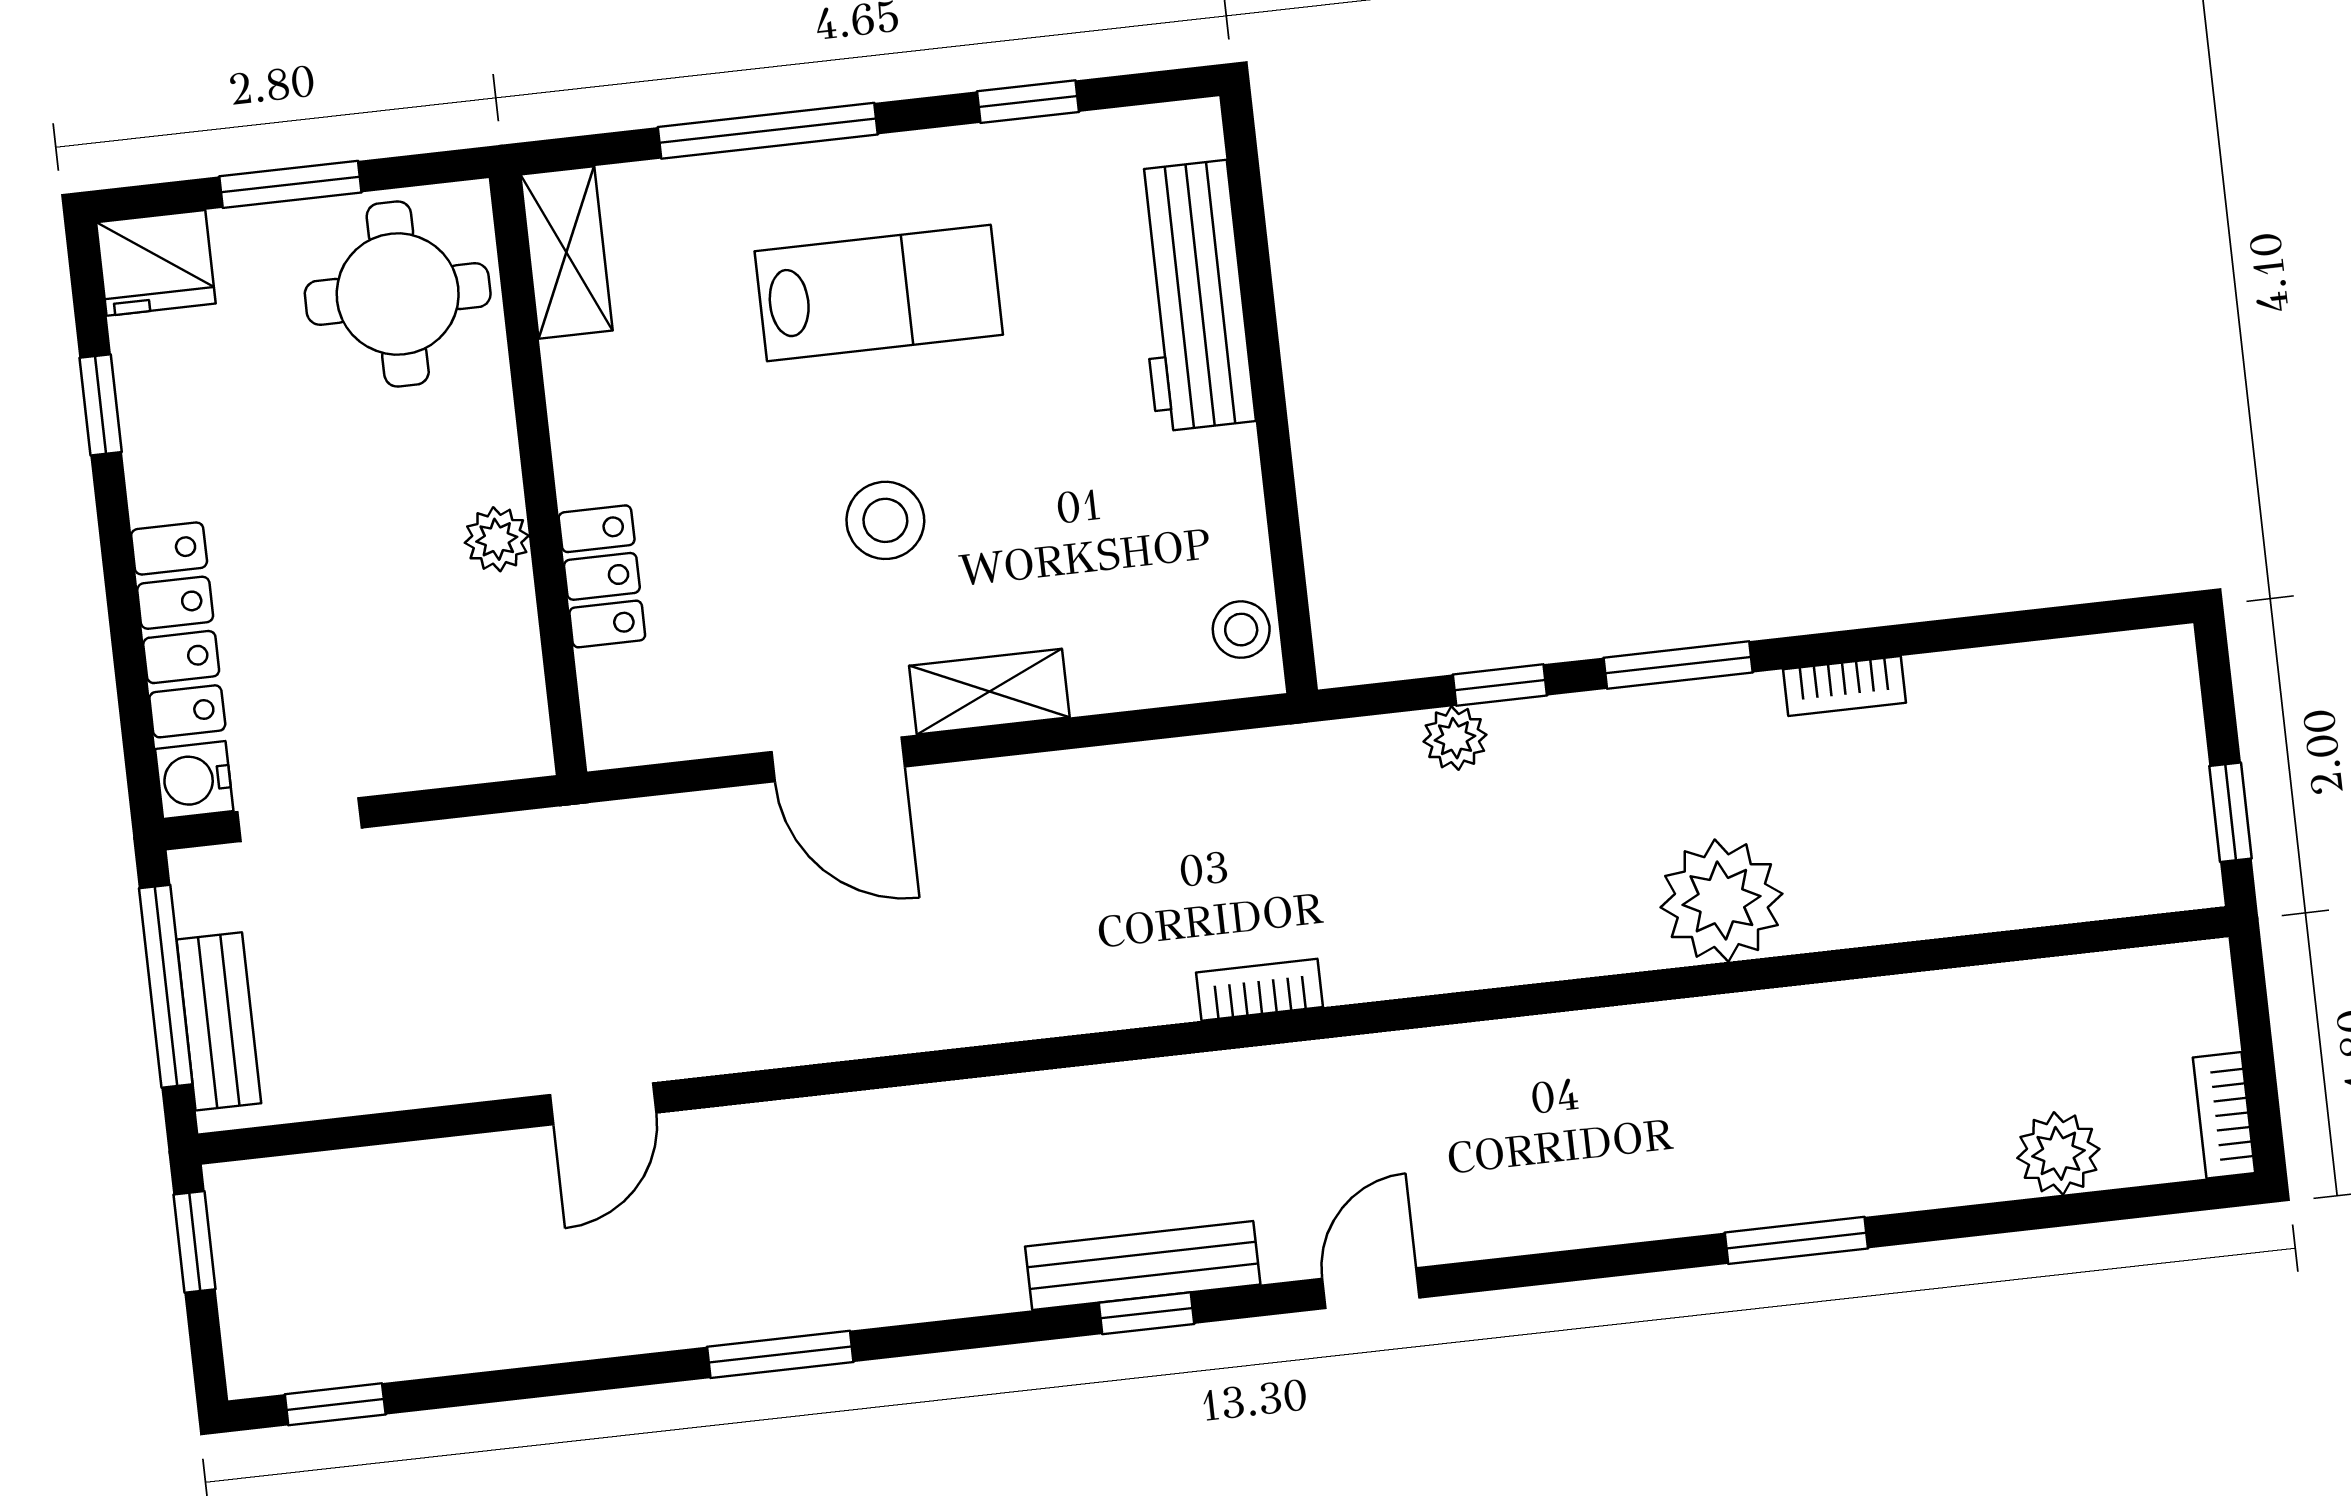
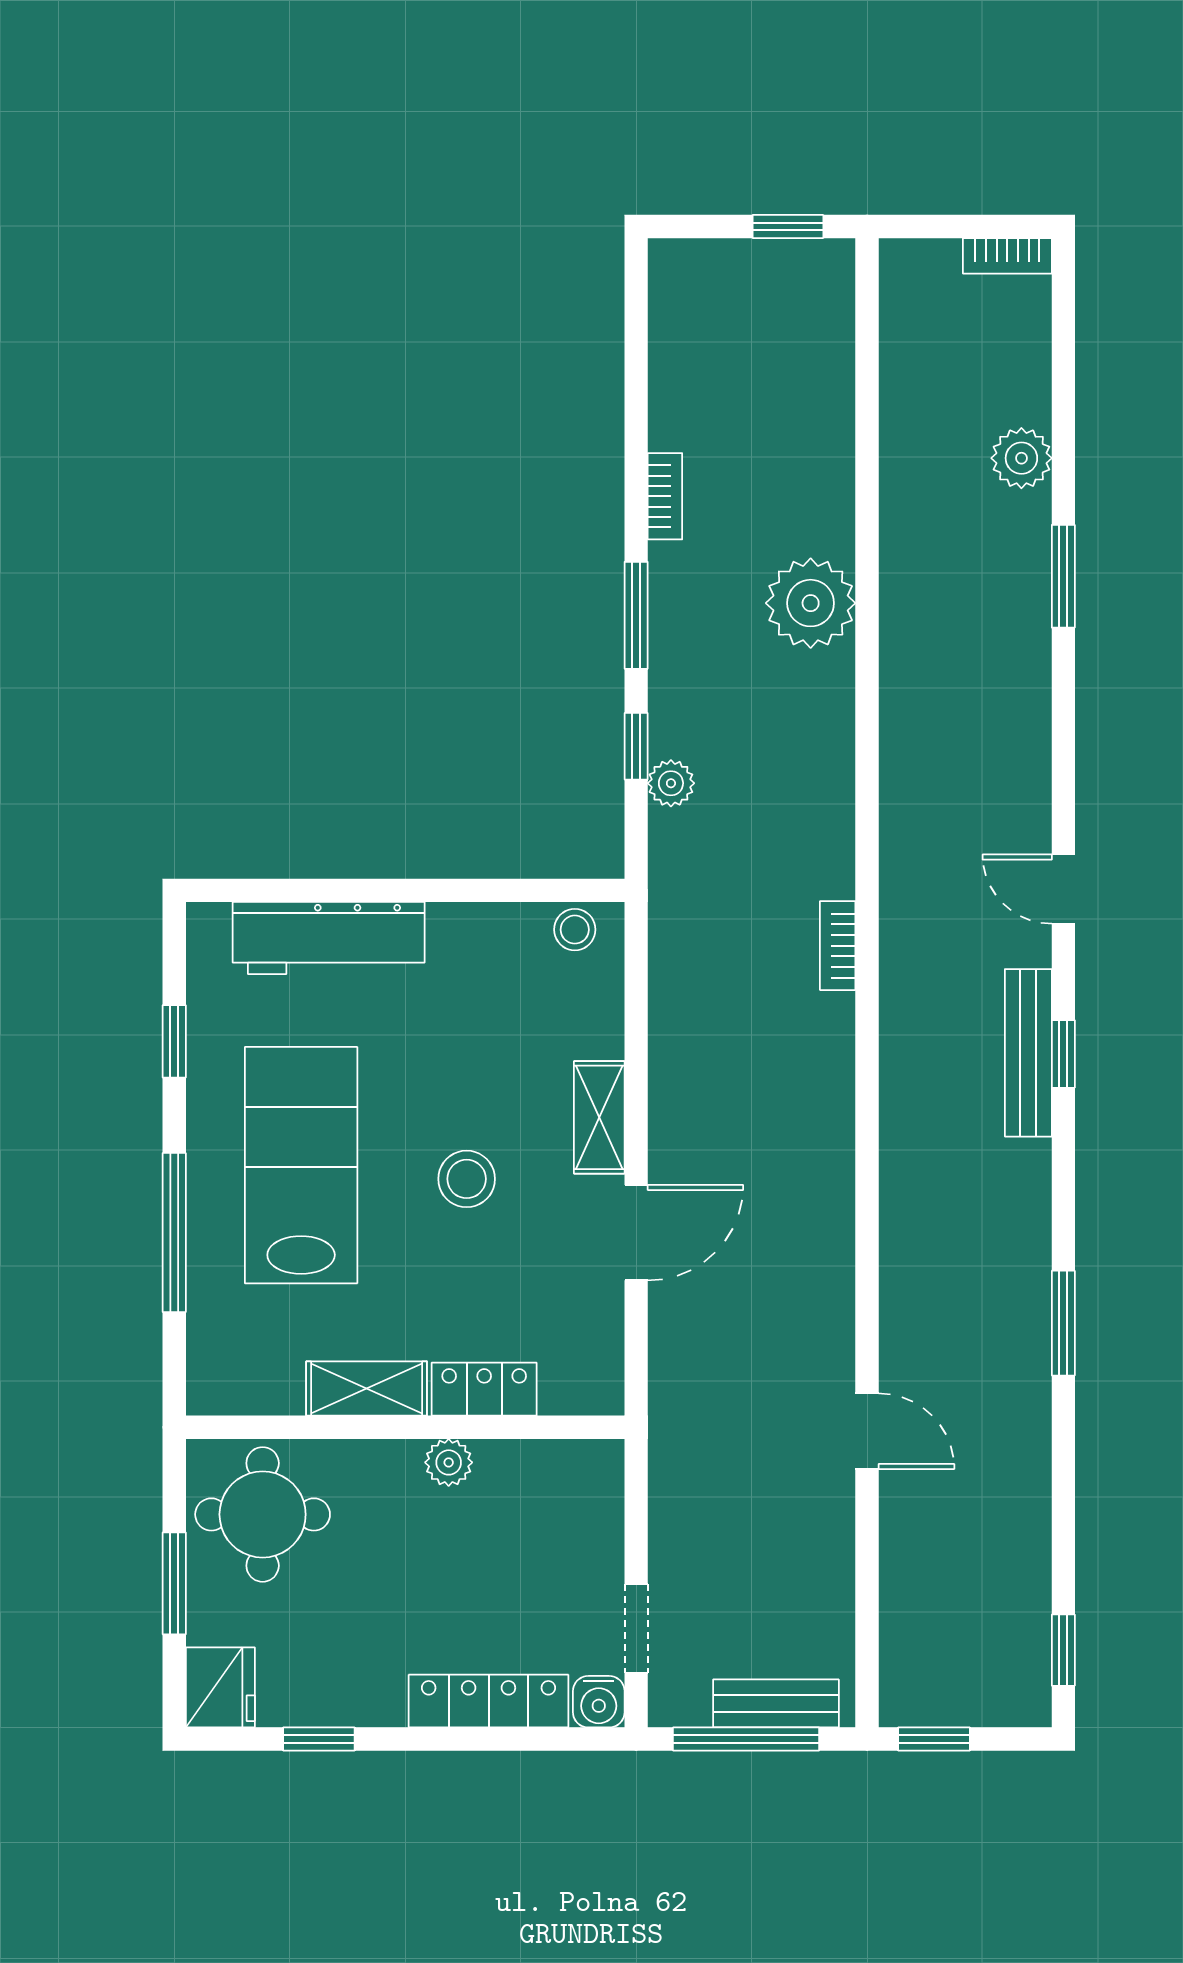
shelving: (566, 253) -> (367, 1389), moved
lab bench: (879, 293) -> (301, 1165), width x1.36, depth x1.39
plant: (2058, 1153) -> (1021, 458), moved

